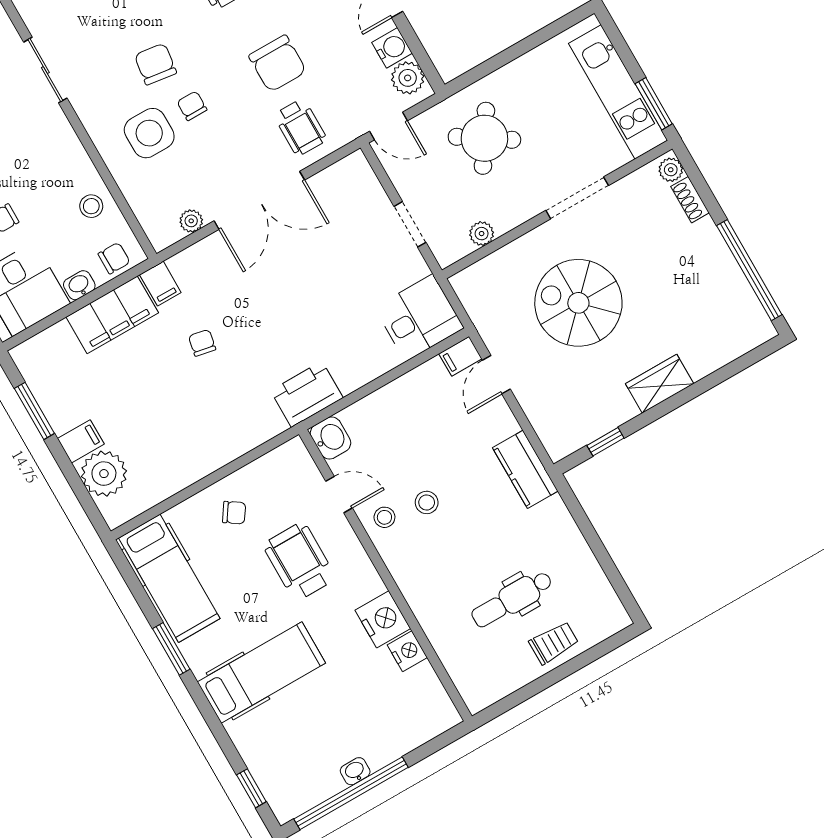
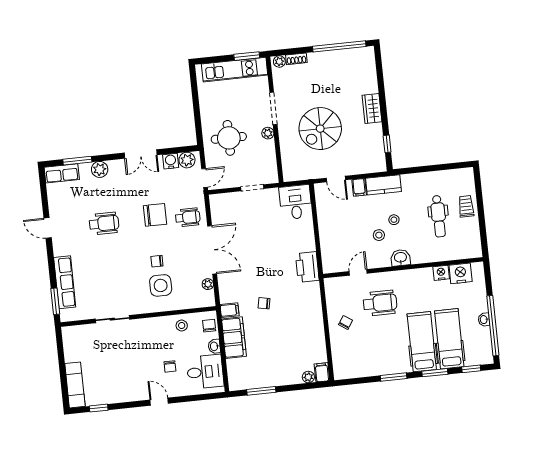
chair: (155, 64) -> (131, 269), removed
round table: (484, 138) -> (229, 138), turned -33
plant: (482, 234) -> (268, 133), moved
filing cabinet: (460, 356) -> (359, 187), moved
washbasin: (330, 438) -> (401, 258), moved
filing cabinet: (81, 441) -> (322, 372), moved
plant: (104, 474) -> (308, 377), width x0.53, depth x0.53
stool: (384, 517) -> (394, 220), moved
wheelchair: (299, 561) -> (380, 303), turned 180
hospital bed: (169, 578) -> (449, 339), moved, turned -90
nightstand: (383, 619) -> (461, 273), moved
window: (214, 723) -> (435, 373), added

